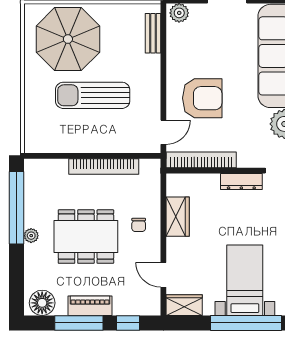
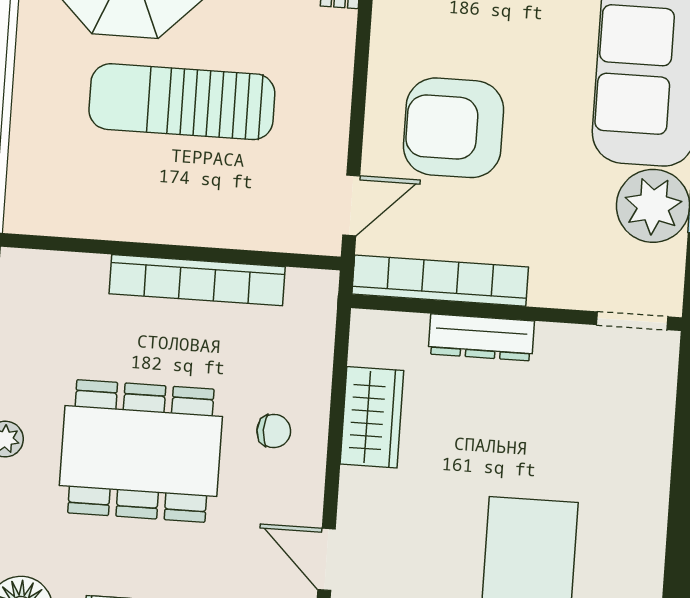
armchair: (202, 98) -> (453, 128), turned 180
dresser: (241, 181) -> (481, 337), moved
chair: (139, 225) -> (274, 431), turned -90

